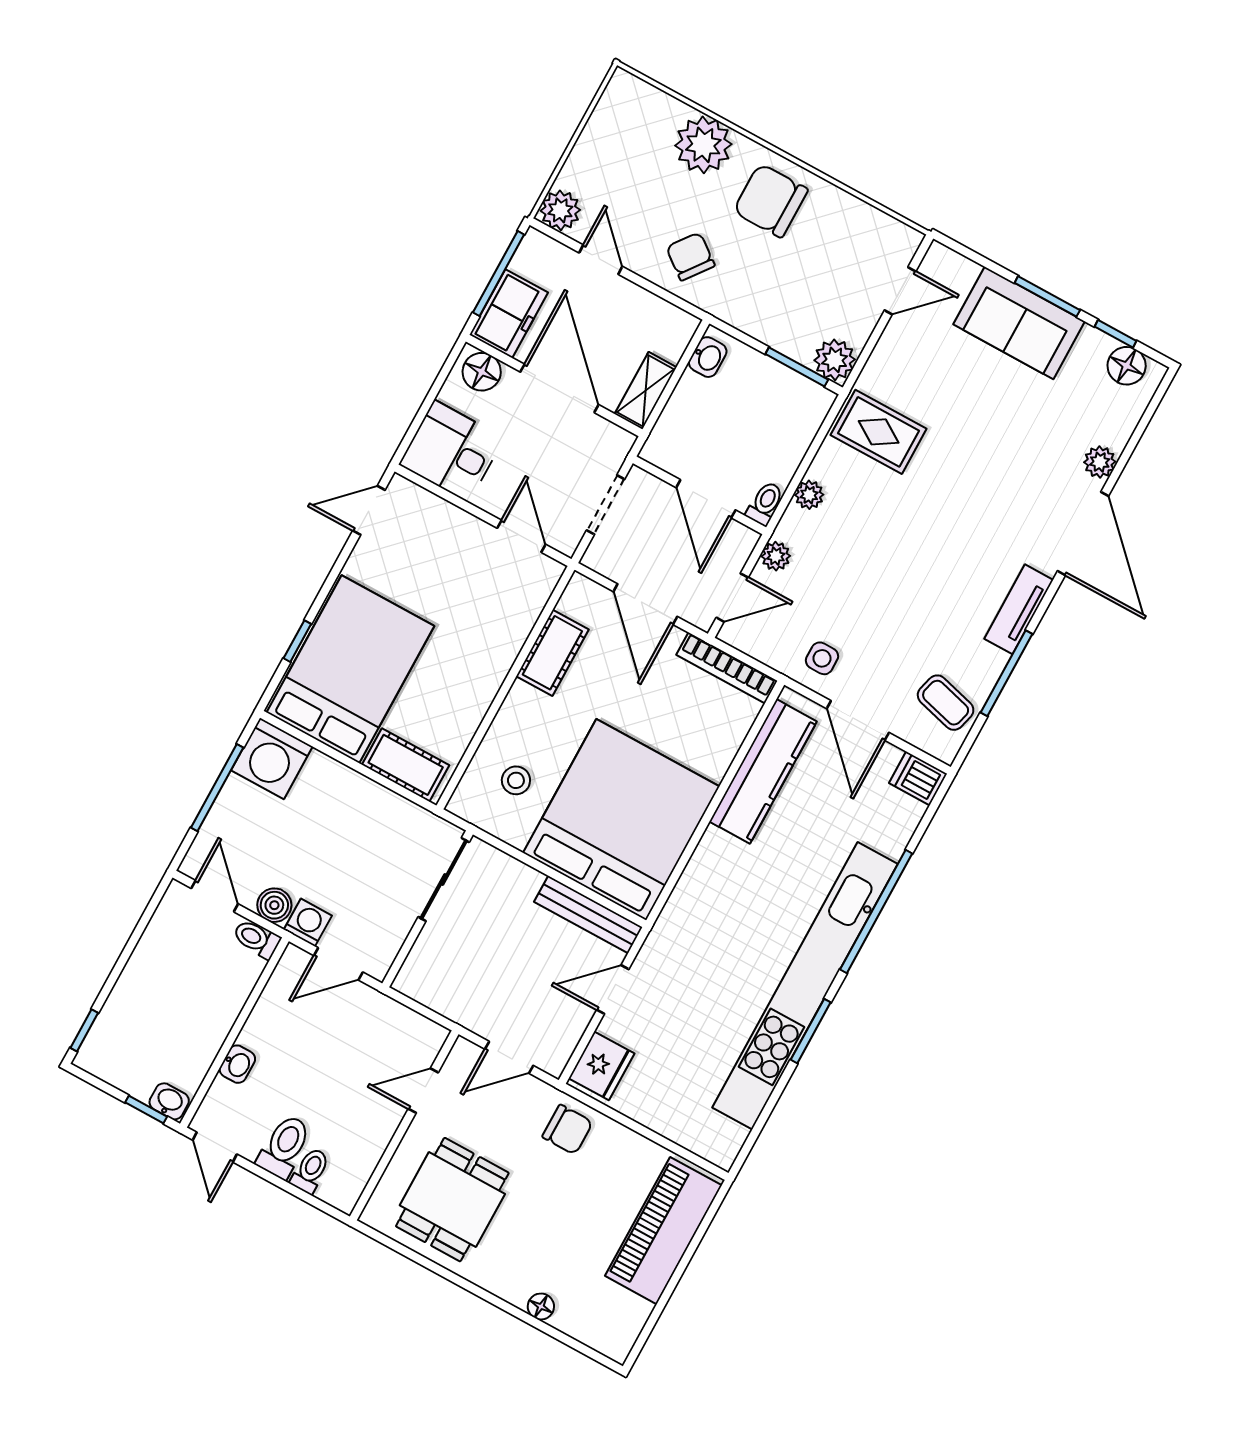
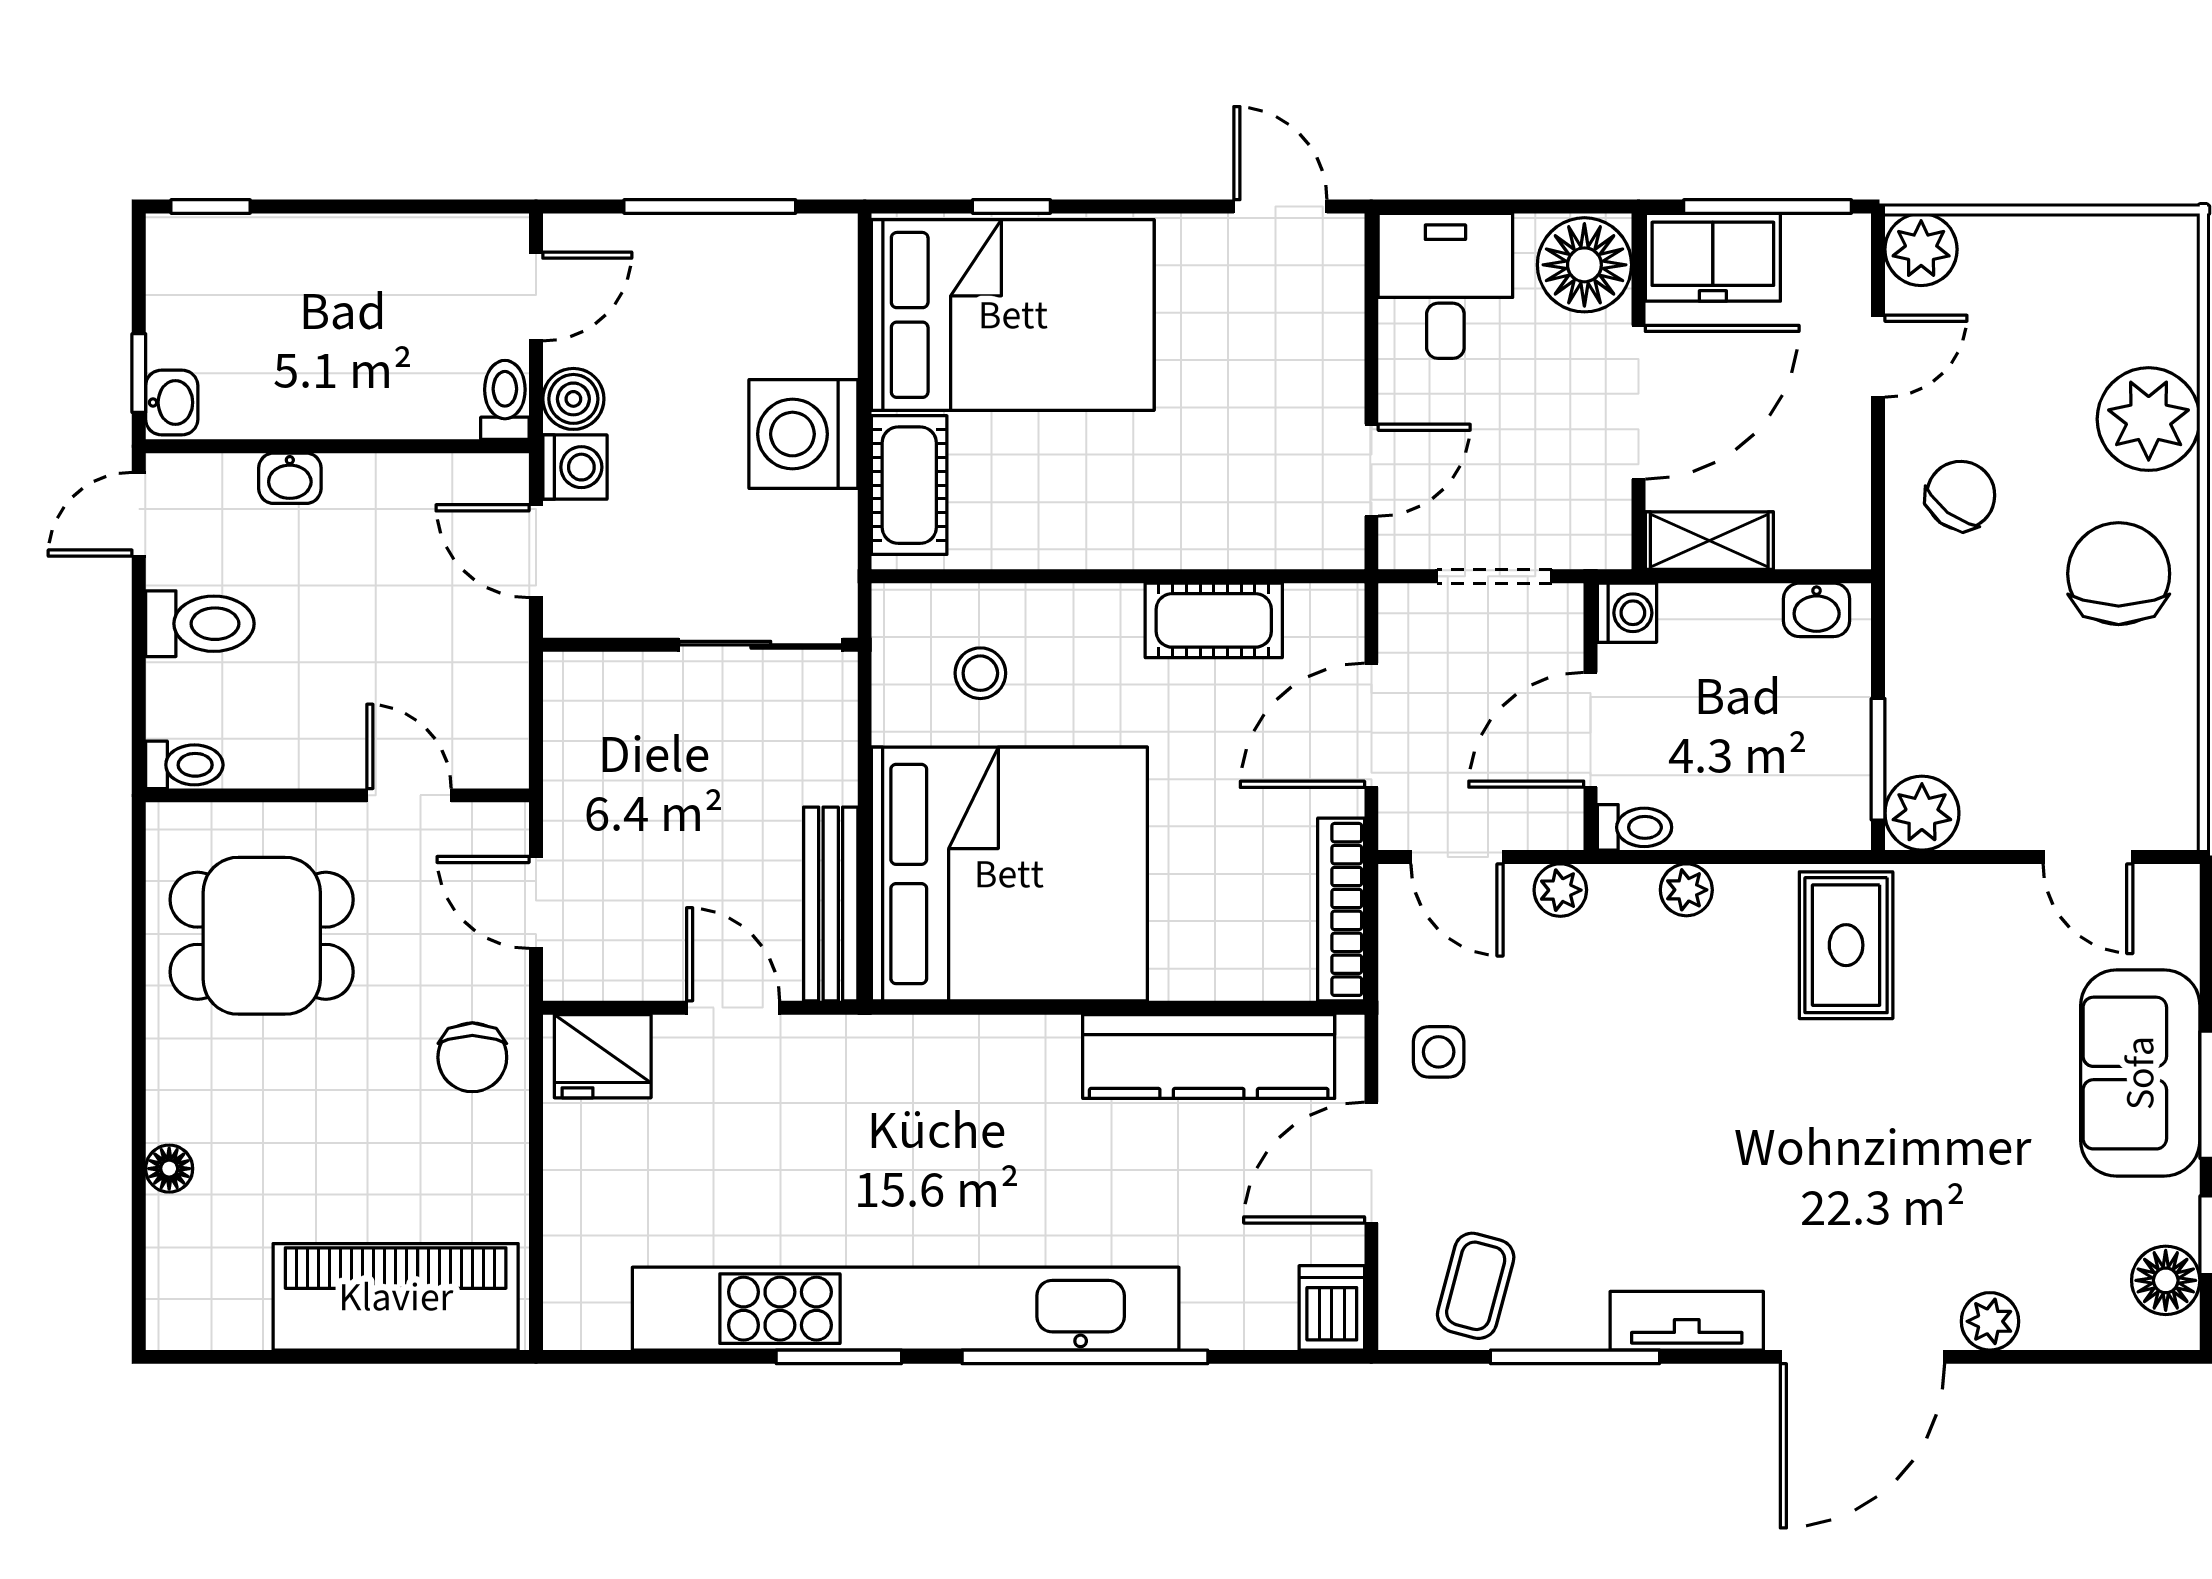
floor lamp: (482, 372) -> (1584, 265), width x1.38, depth x1.38
washing machine: (659, 450) -> (1627, 613), added
washing machine: (272, 758) -> (803, 434), moved
toilet: (310, 1171) -> (184, 765), moved

